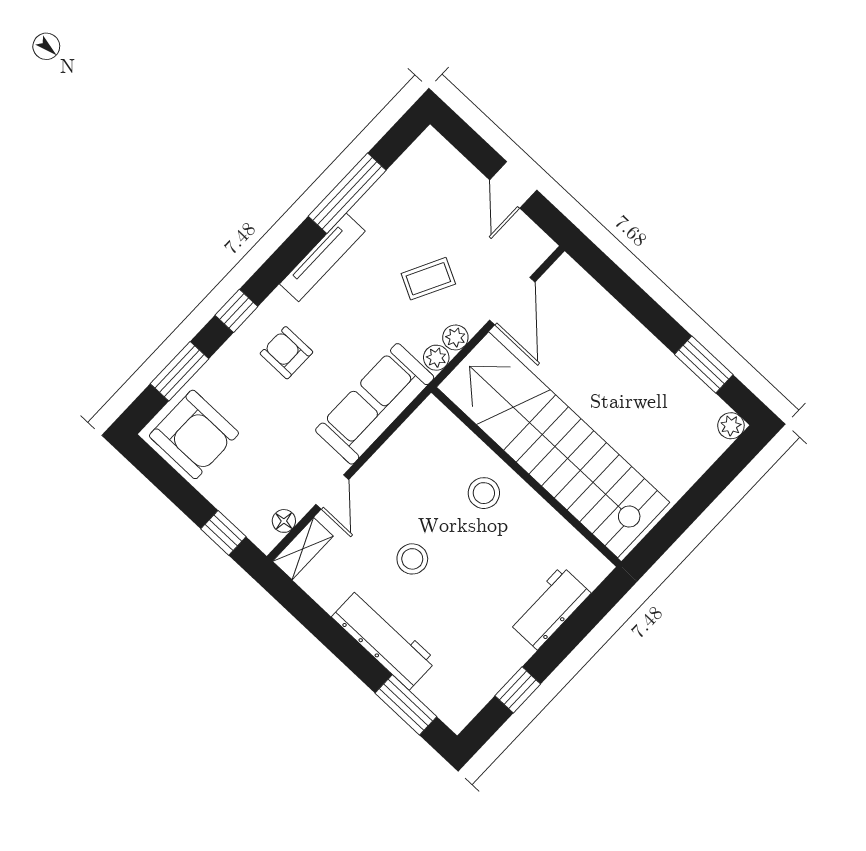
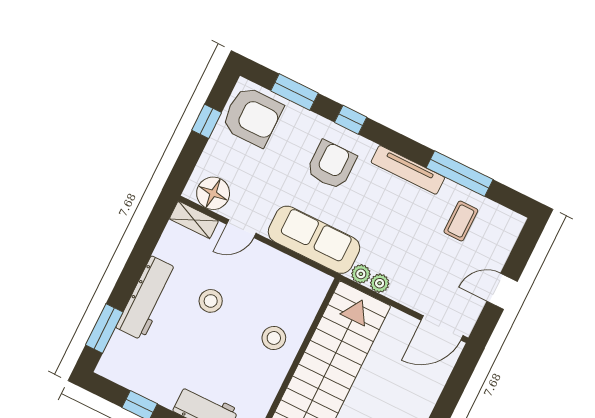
coffee table: (428, 279) -> (461, 221), moved, turned 63
door: (512, 301) -> (442, 328), moved
armchair: (286, 353) -> (331, 165), width x1.38, depth x1.38
armchair: (194, 434) -> (252, 116), turned -90
floor lamp: (284, 521) -> (213, 193), width x1.89, depth x1.89
window: (223, 533) -> (207, 121), moved

